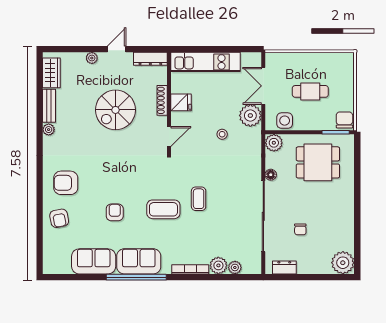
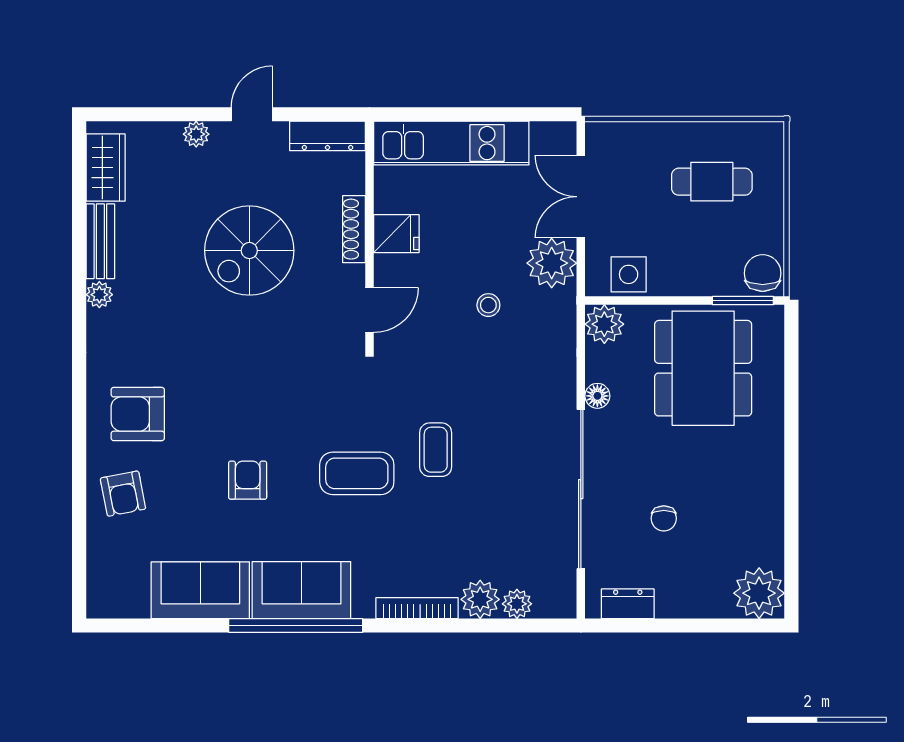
cafe table: (310, 91) -> (712, 182), moved
dining table: (318, 162) -> (703, 368), width x1.37

